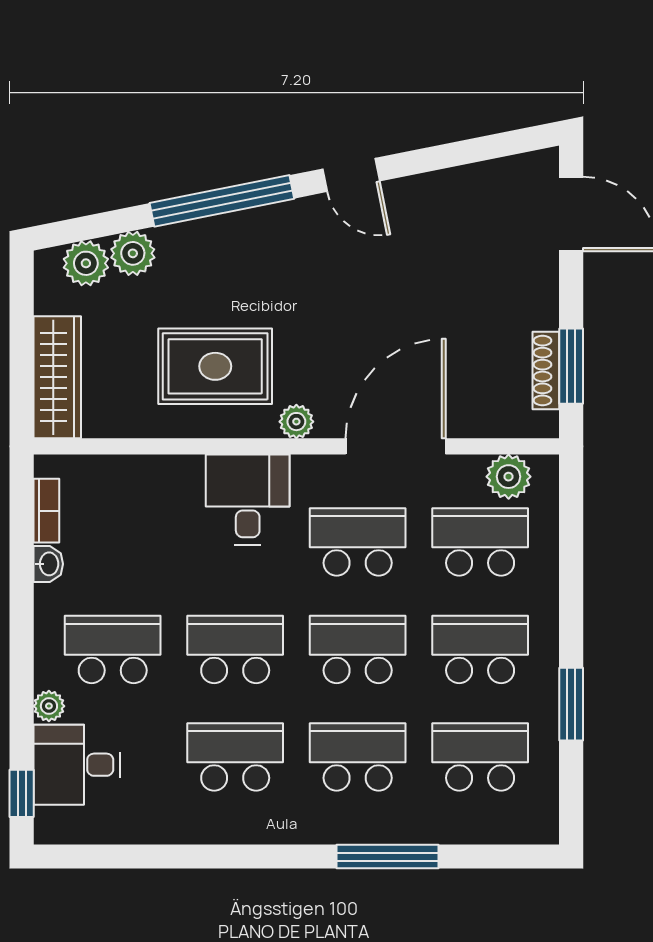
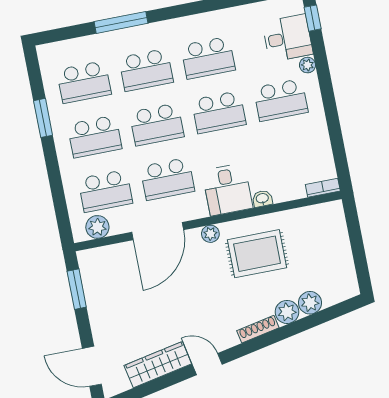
window: (222, 201) -> (270, 338), removed
plant: (86, 263) -> (287, 312), moved
shoe rack: (546, 371) -> (258, 329), moved, turned -101
wardrobe: (57, 377) -> (158, 365), moved, turned 79
bookcase: (46, 511) -> (323, 188), moved, turned 90
washbasin: (48, 564) -> (262, 199), moved, turned 90

